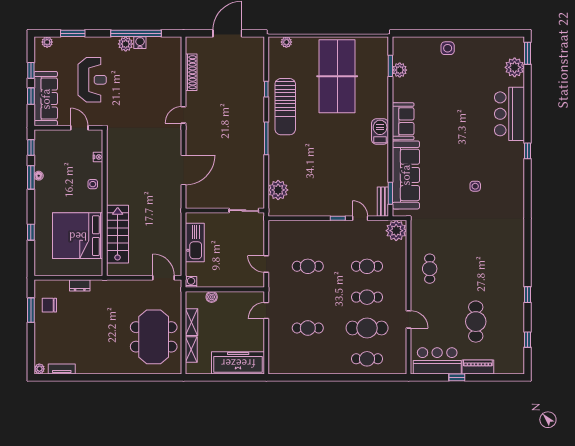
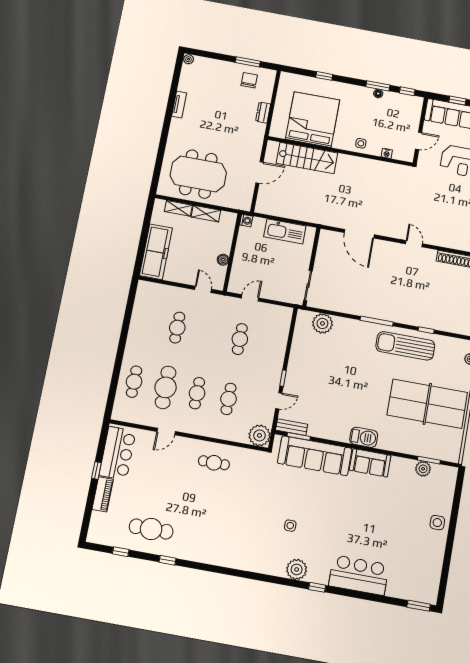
plant: (515, 67) -> (297, 569), moved
door: (164, 278) -> (260, 173), moved
boiler: (212, 297) -> (223, 260), moved
cafe table: (476, 322) -> (151, 529), moved
tv unit: (62, 369) -> (179, 105), moved

